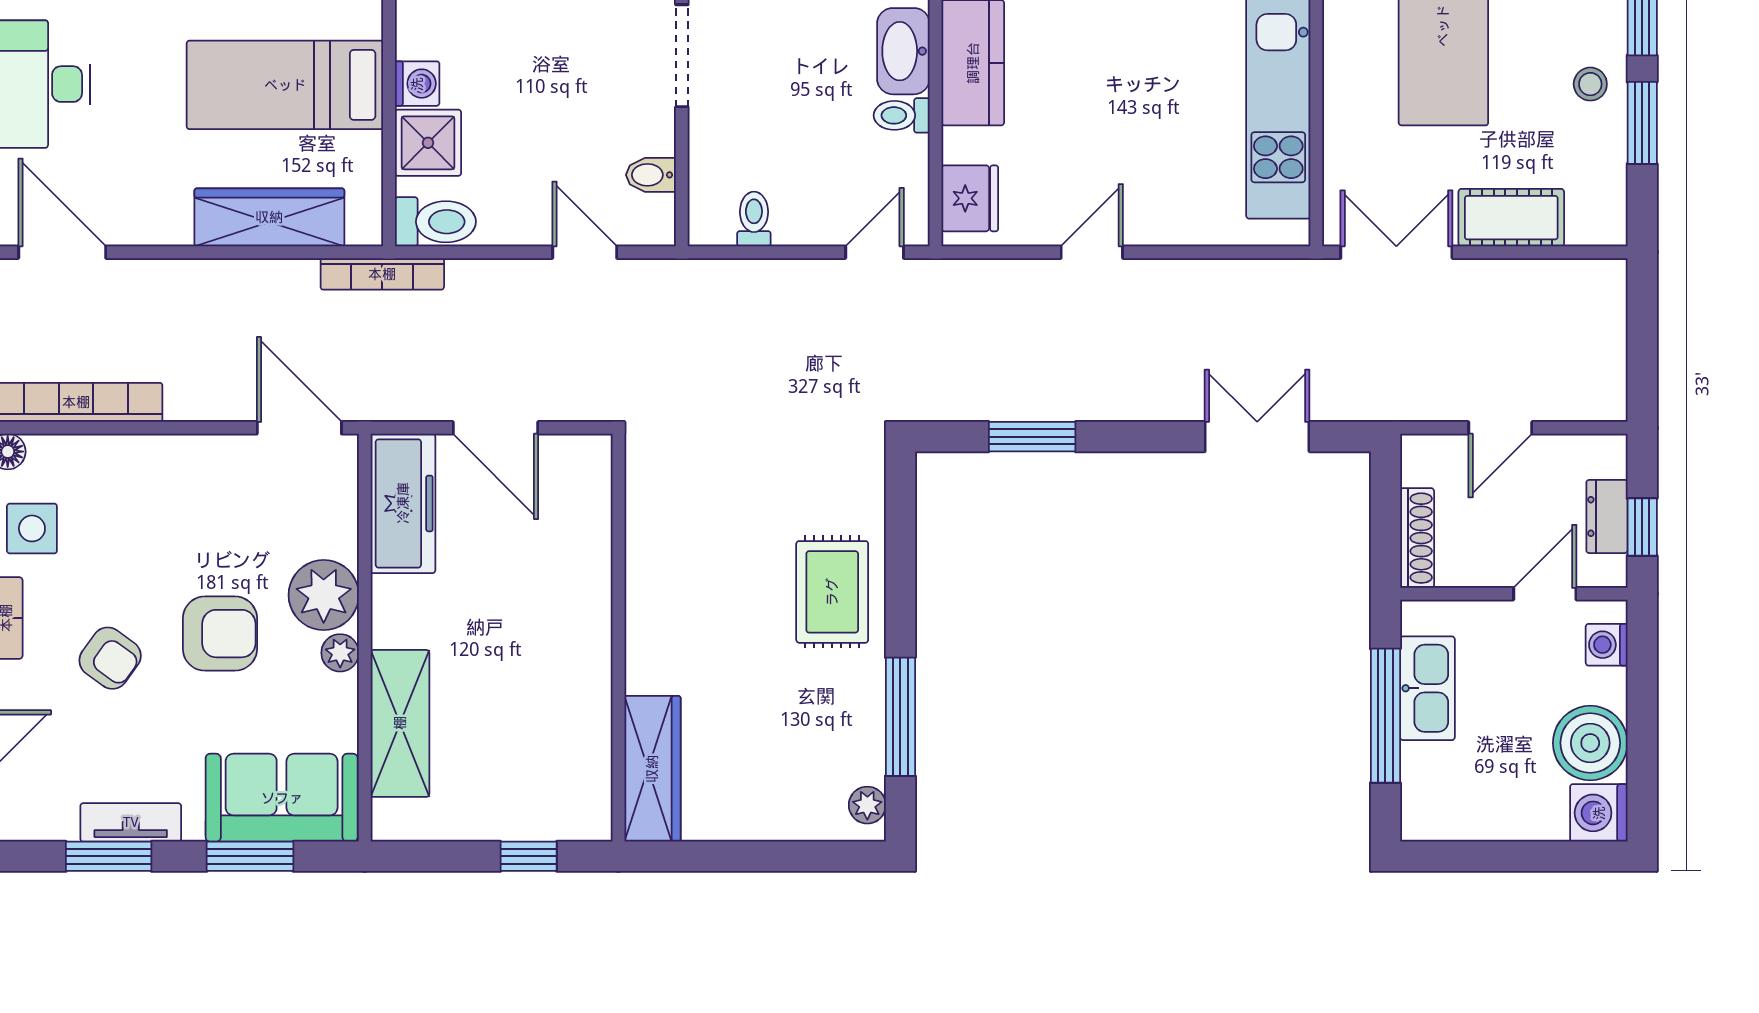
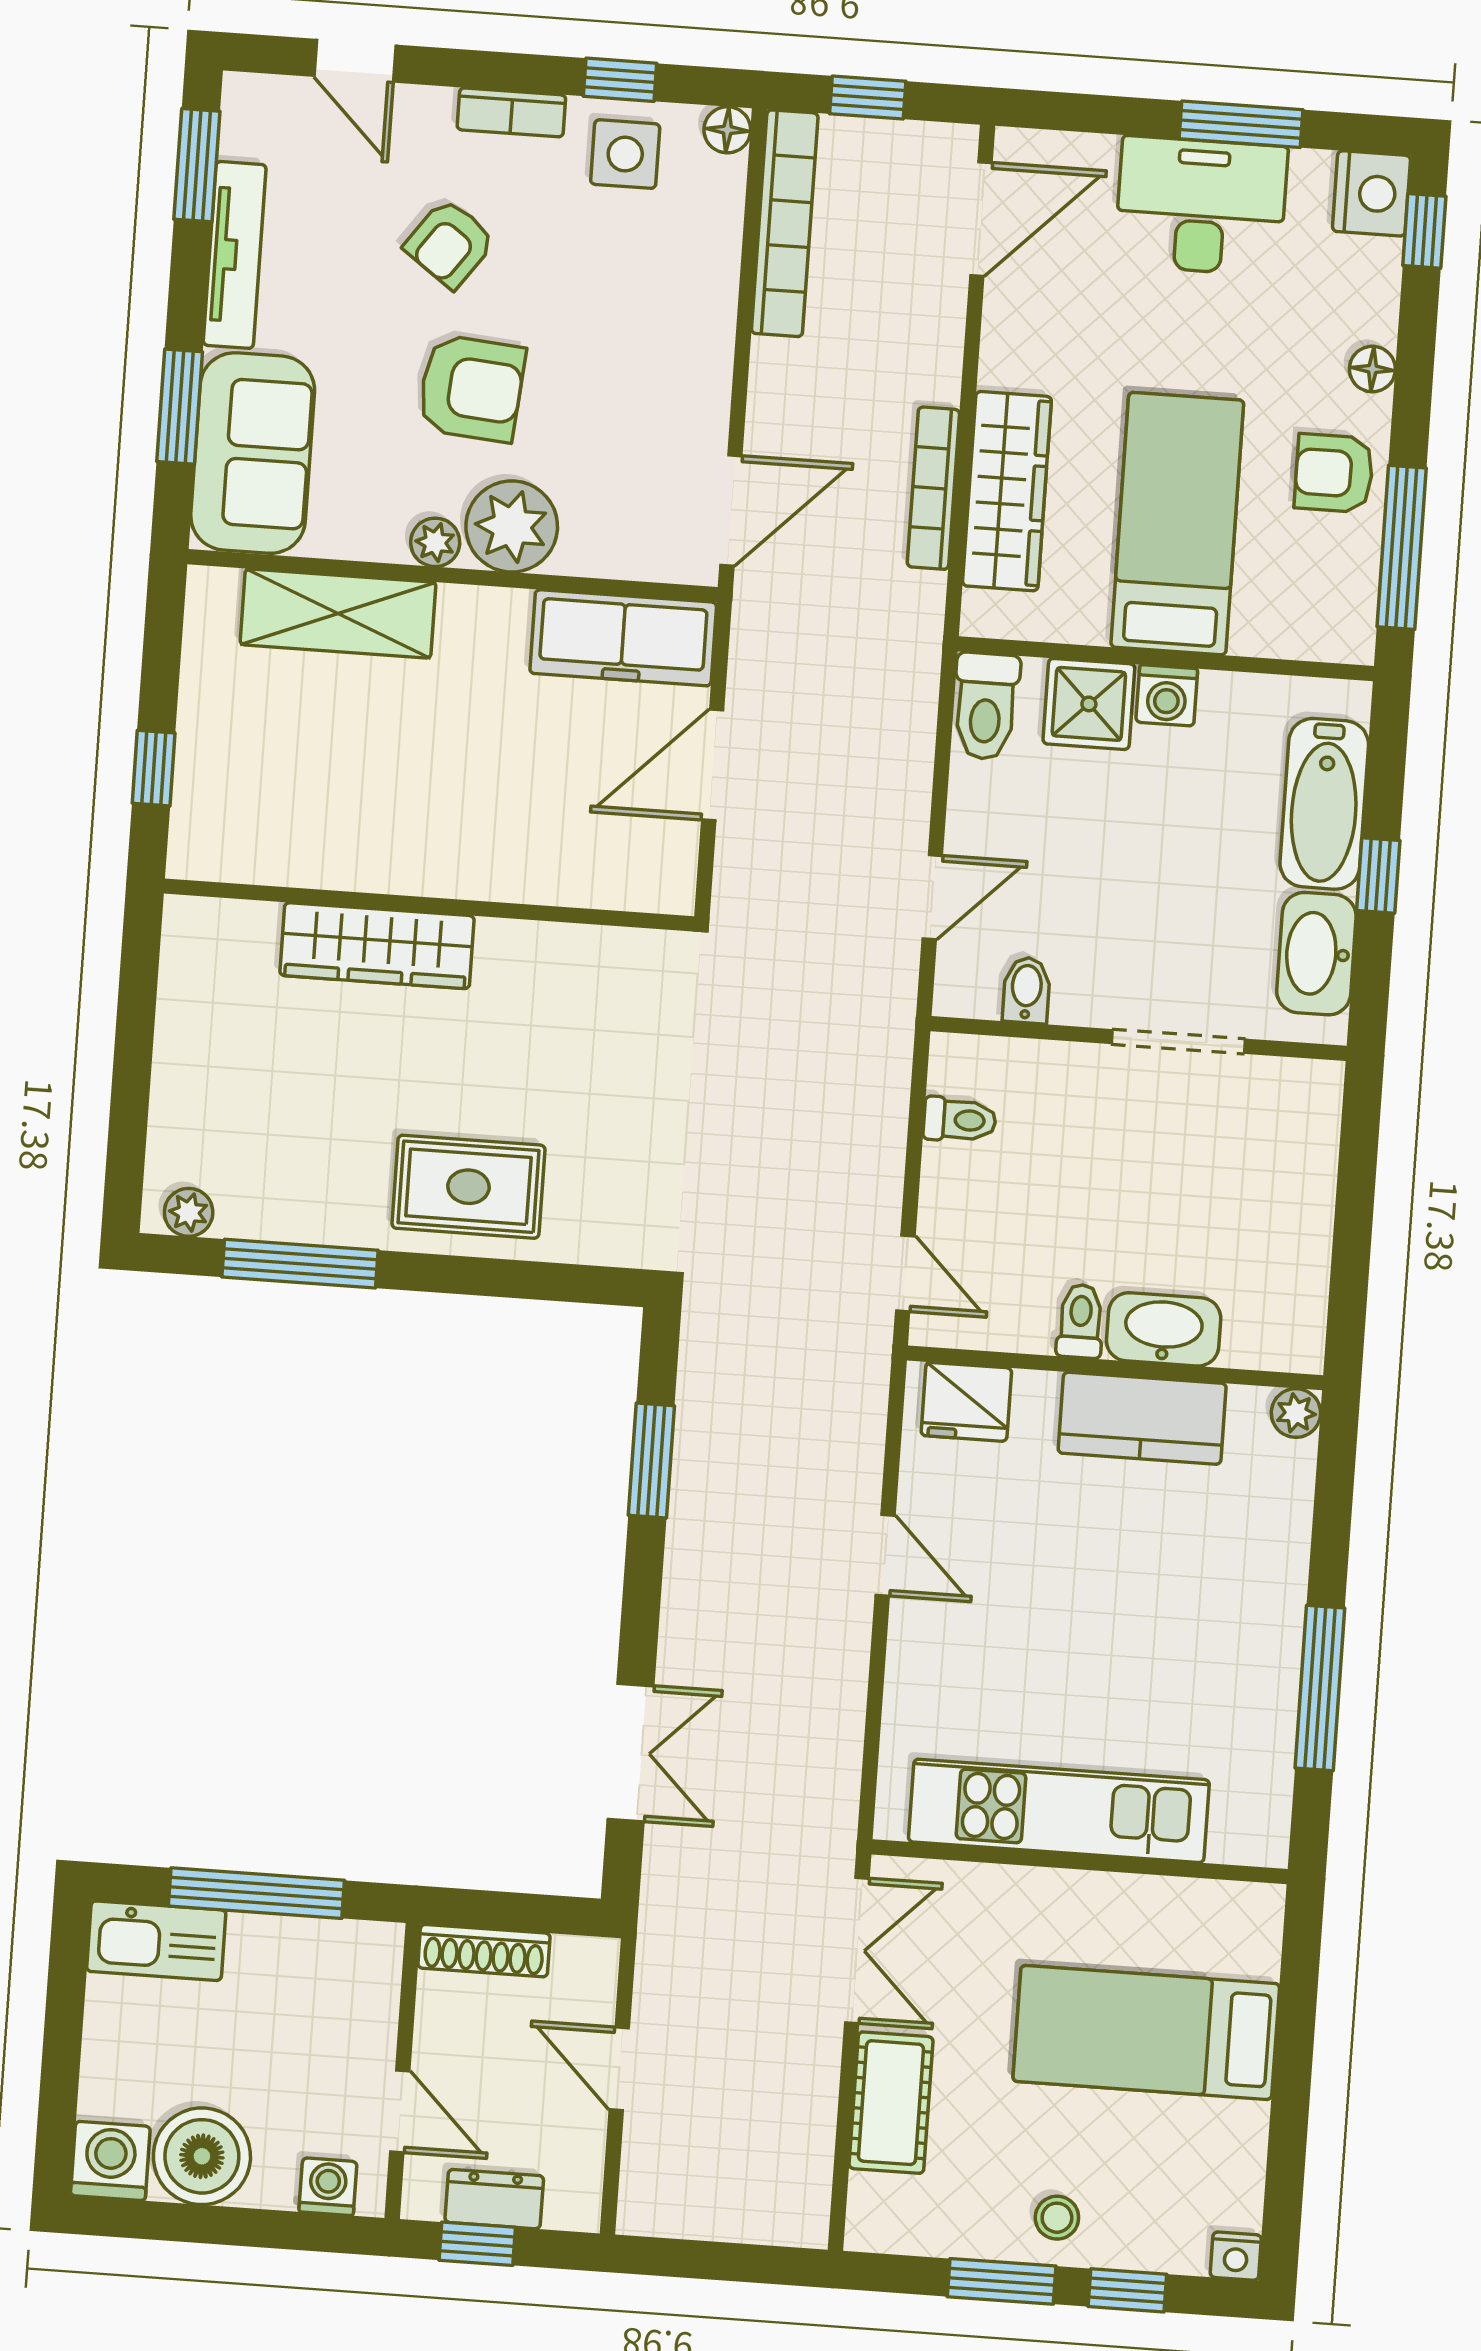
bookcase: (382, 274) -> (933, 488), moved
armchair: (220, 634) -> (471, 388), turned -85
kitchen sink: (1427, 688) -> (156, 1941), moved
wardrobe: (652, 769) -> (377, 946), moved
tv unit: (131, 822) -> (235, 255), width x1.41
window: (109, 856) -> (197, 165), moved

